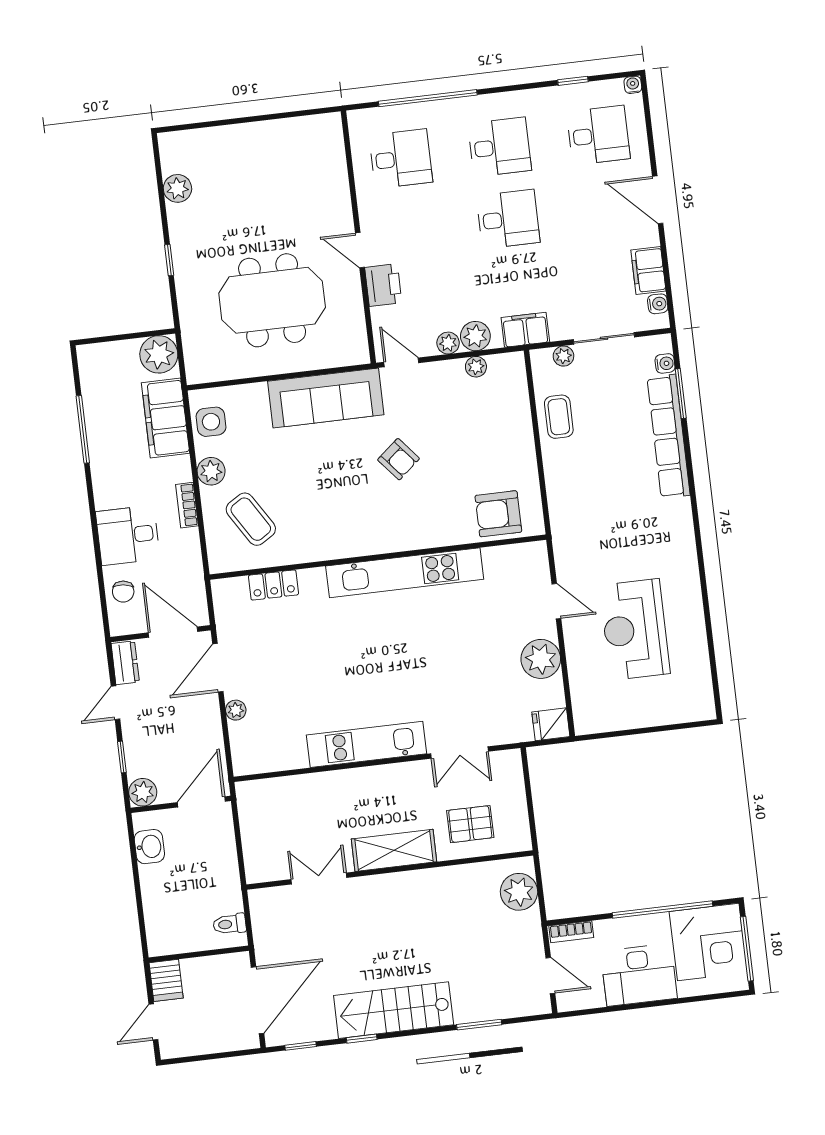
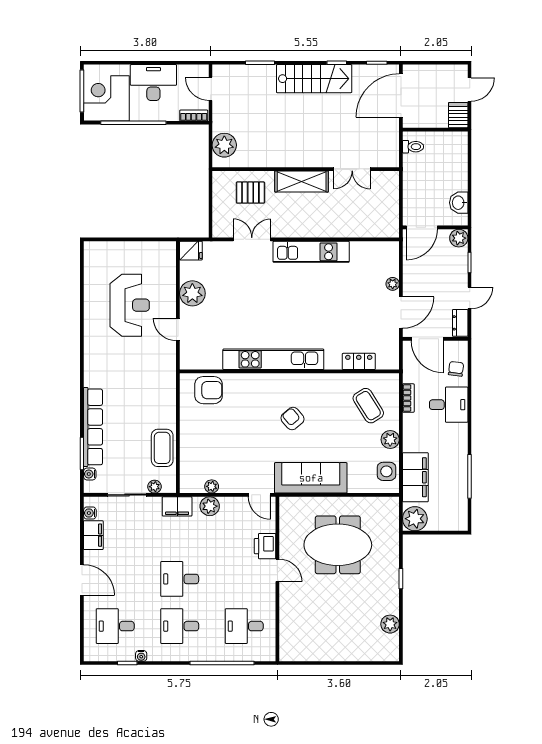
water cooler: (633, 85) -> (141, 656), moved
plant: (448, 343) -> (228, 504), removed
coffee table: (559, 417) -> (162, 448), width x1.36, depth x1.30
armchair: (399, 459) -> (292, 418), moved
bookcase: (187, 505) -> (408, 398), moved

